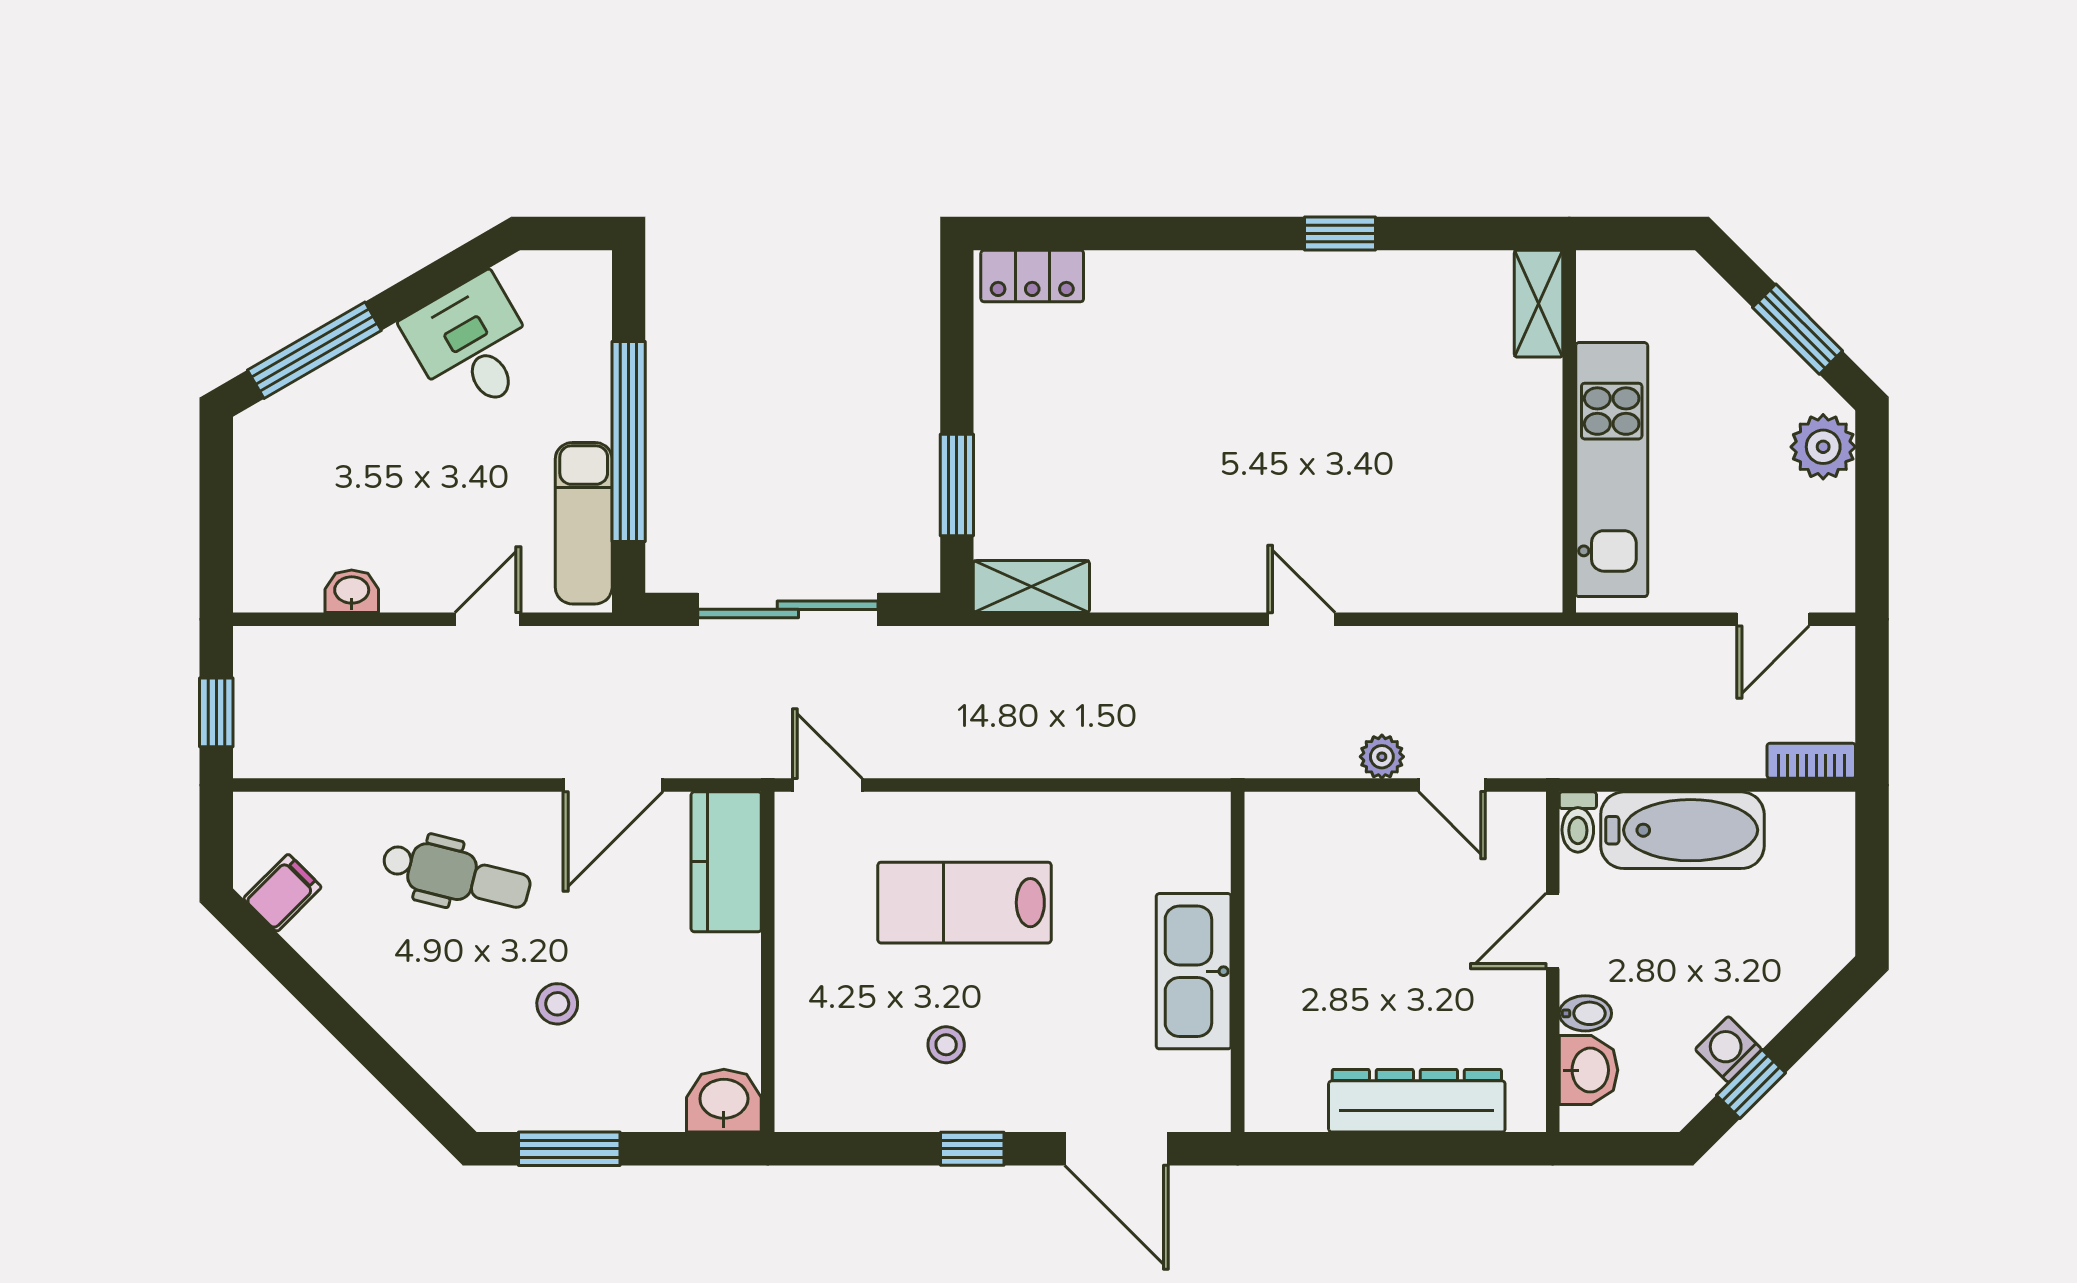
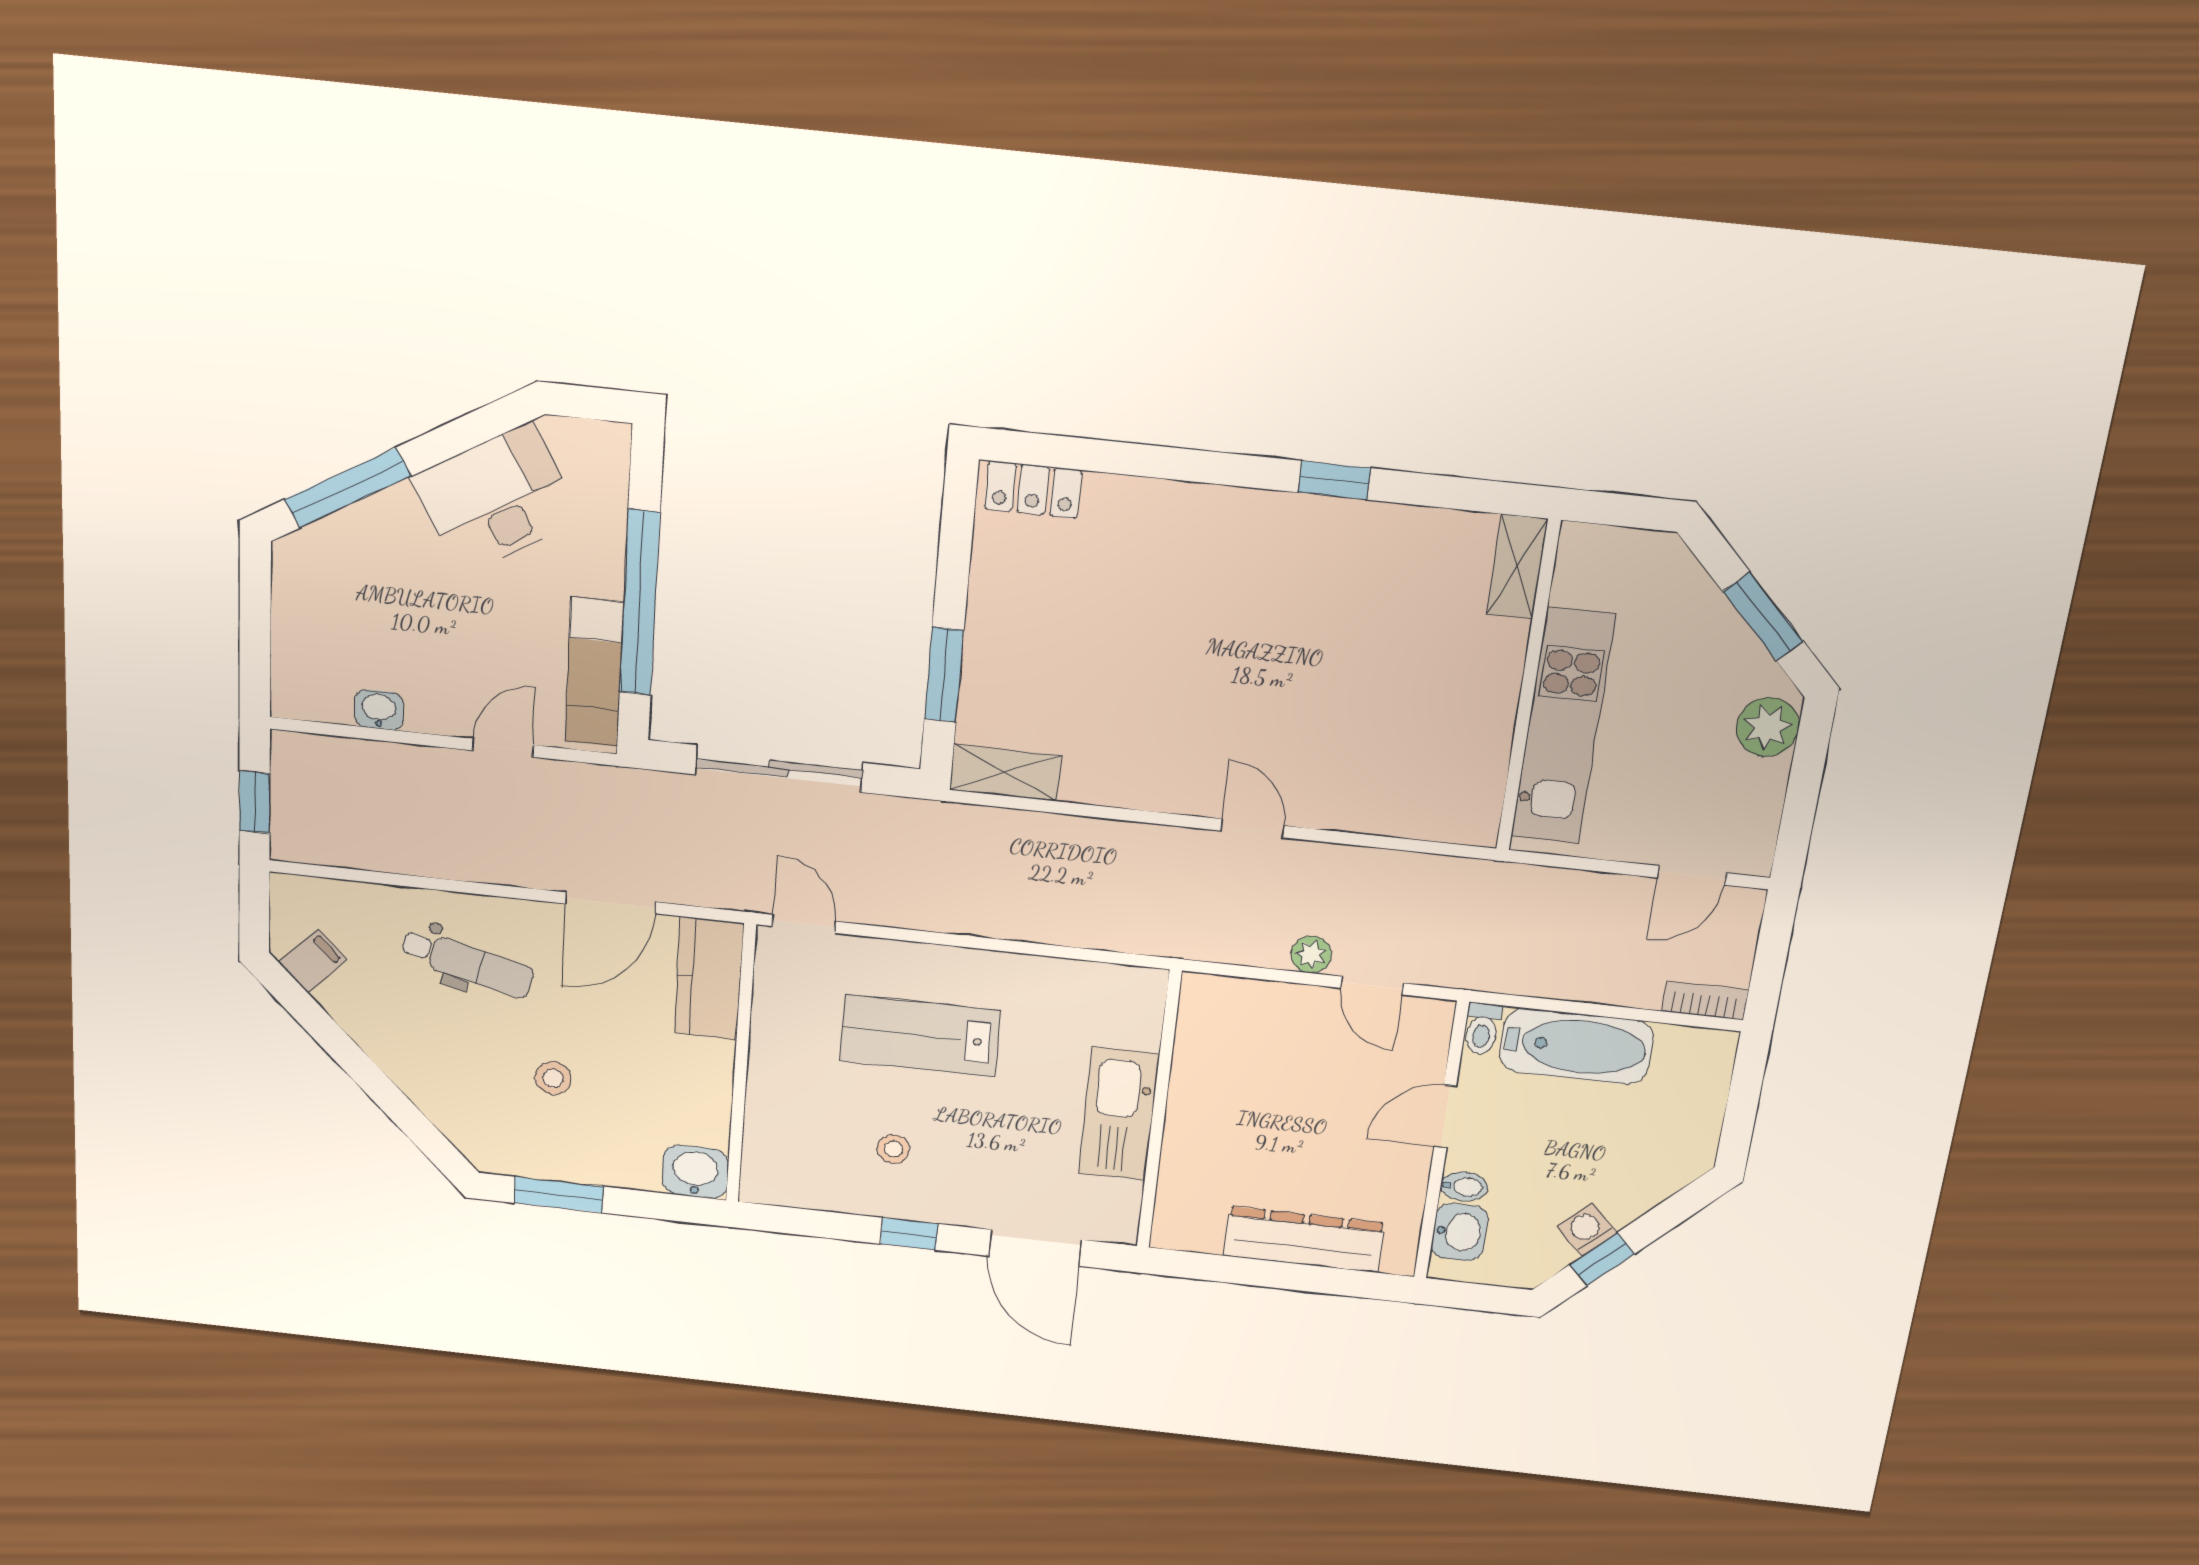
desk: (472, 345) -> (496, 499), width x1.37

